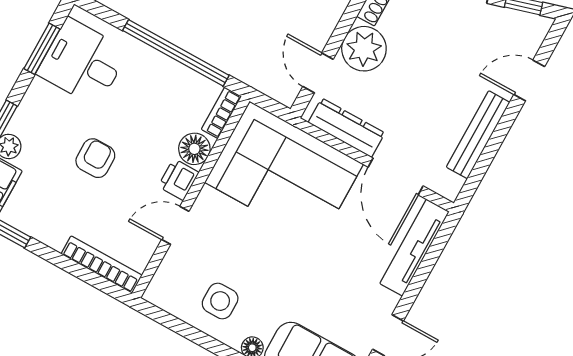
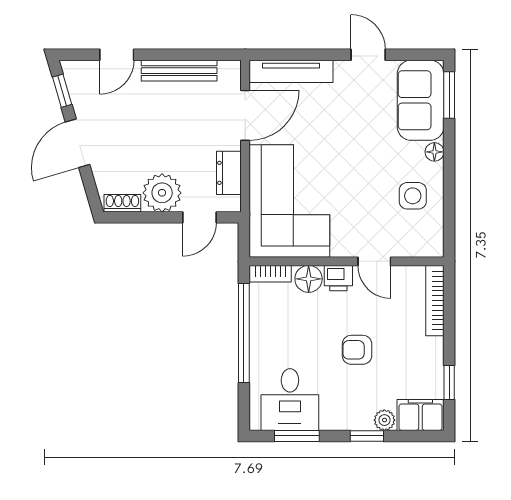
door: (529, 80) -> (117, 55), hinge flipped
dresser: (347, 128) -> (229, 173), width x0.70

